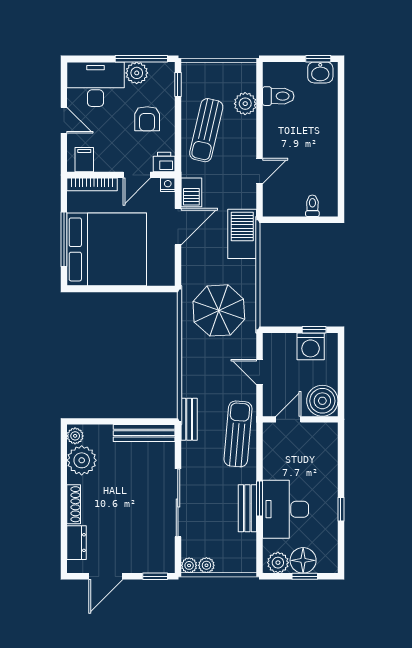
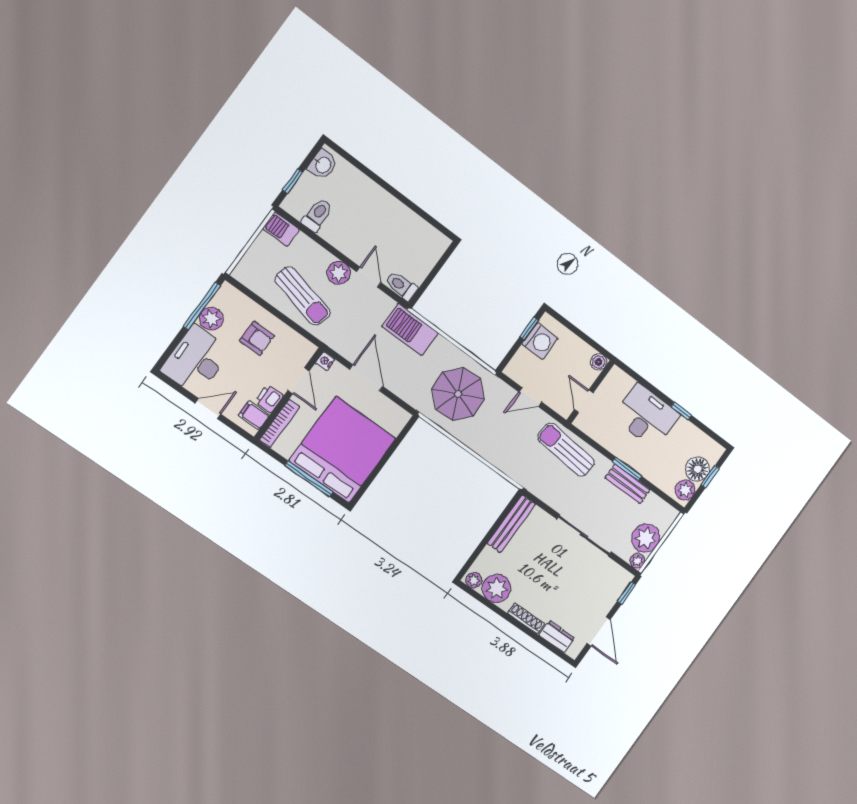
window: (318, 59) -> (293, 181), moved
window: (178, 85) -> (246, 291), removed
plant: (245, 104) -> (339, 273), moved
printer: (164, 162) -> (269, 399), moved
barbecue: (191, 192) -> (281, 229), moved, turned 180
toilet: (312, 206) -> (401, 286), moved, width x1.37, depth x1.39
boiler: (322, 401) -> (599, 362), width x0.54, depth x0.54
bench: (189, 419) -> (527, 480), removed
desk: (285, 509) -> (646, 416), moved, turned 180
plant: (206, 565) -> (646, 538), width x1.88, depth x1.88

